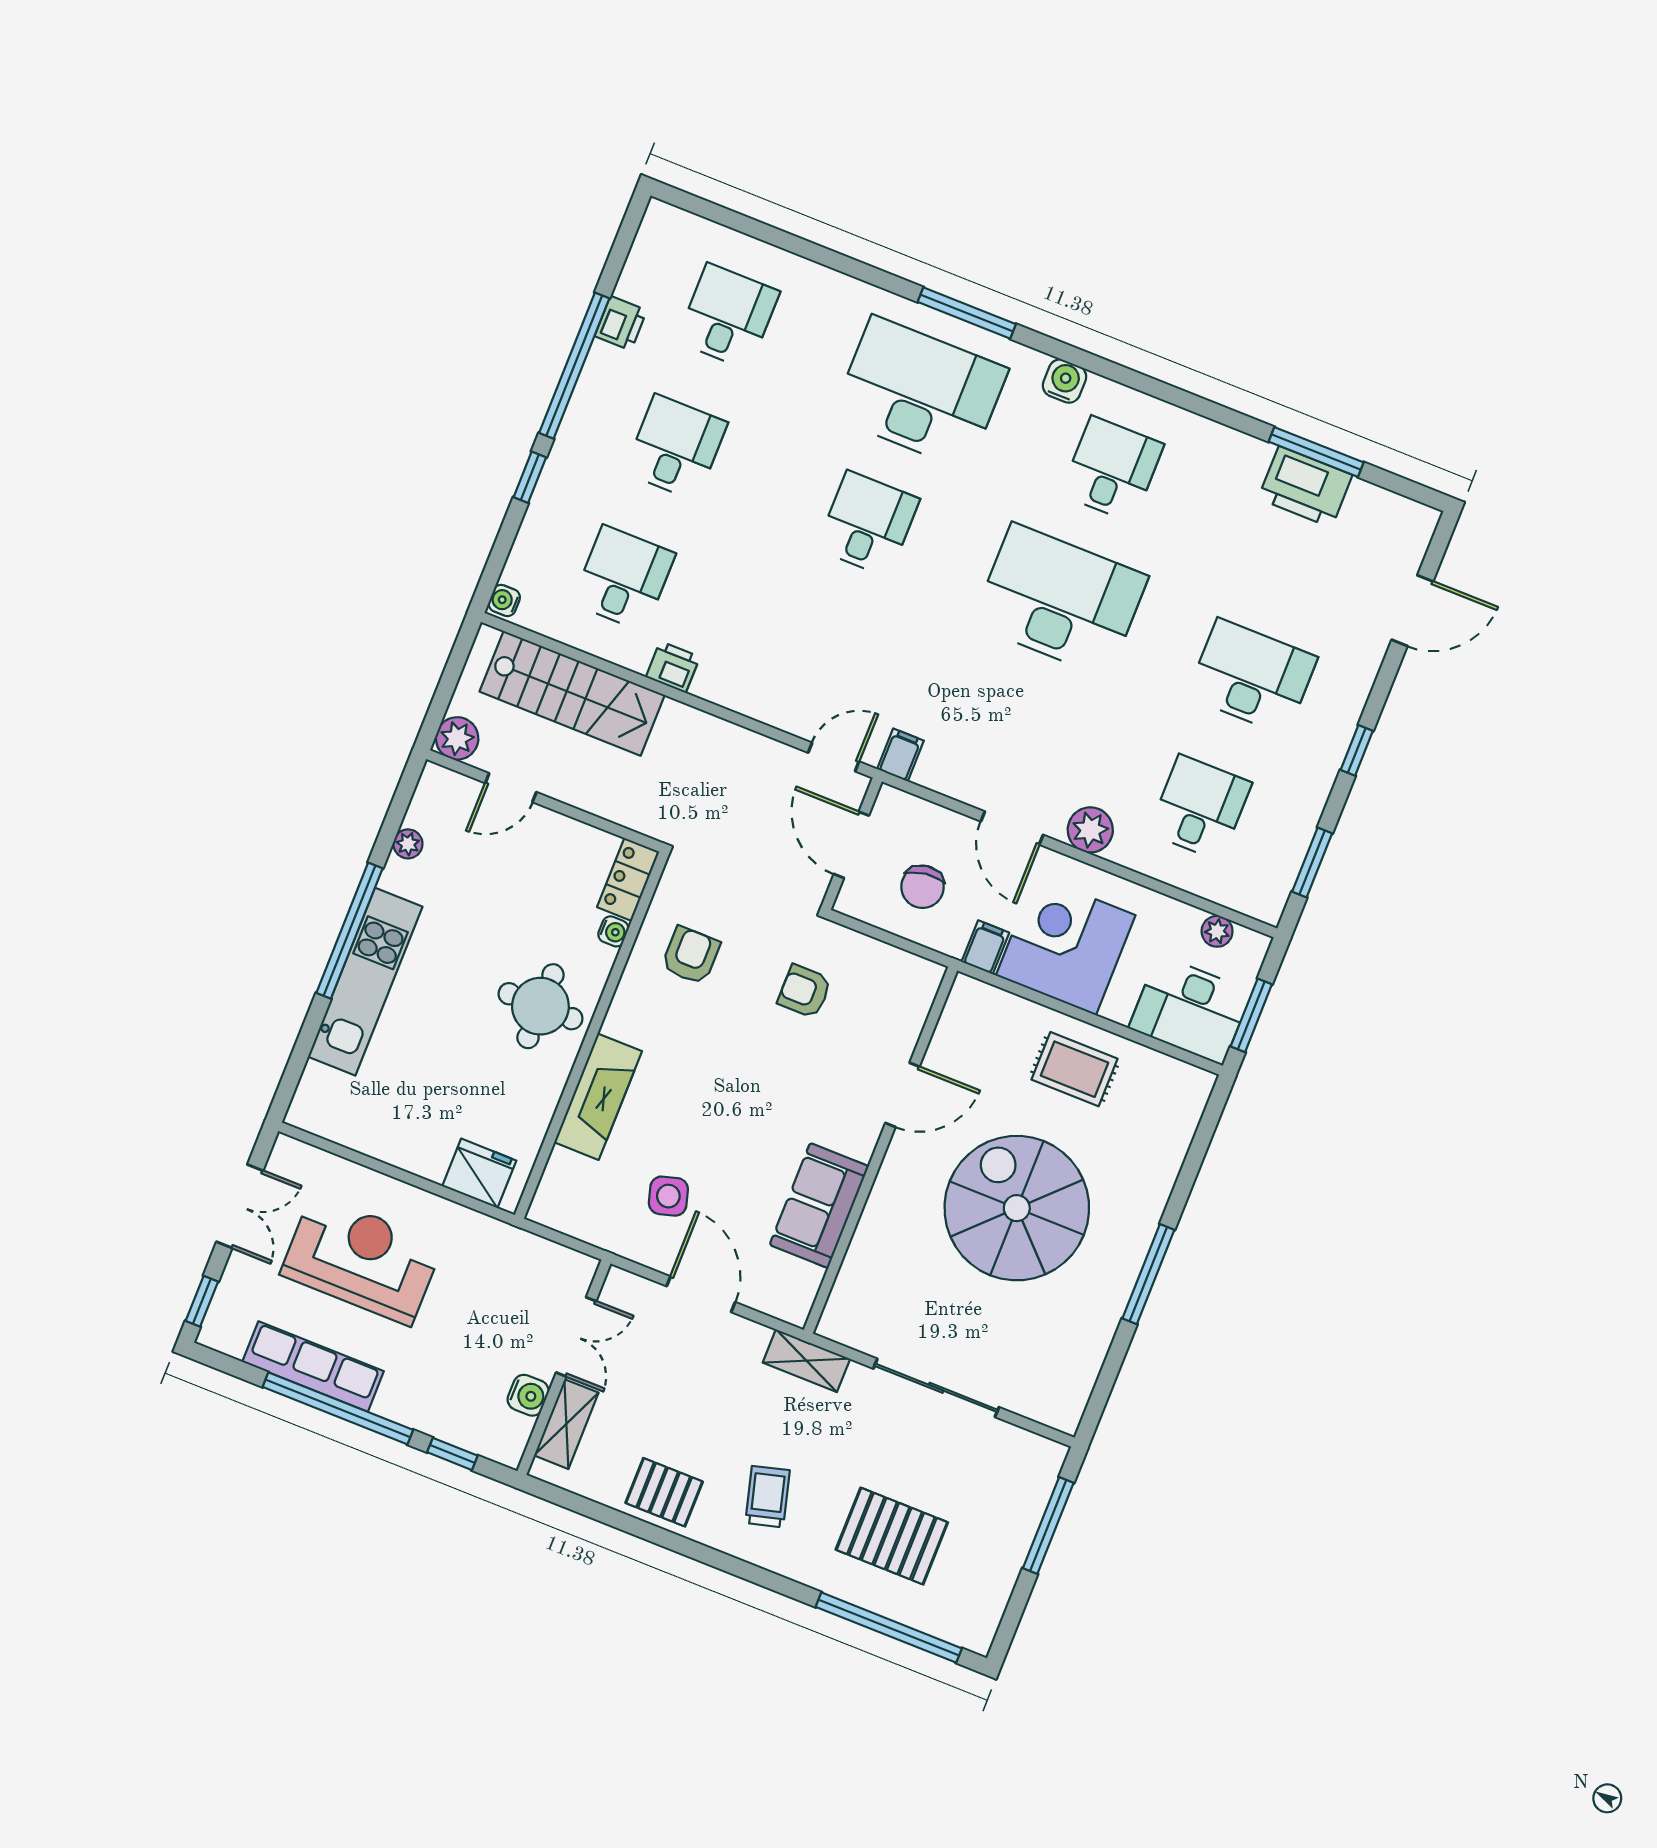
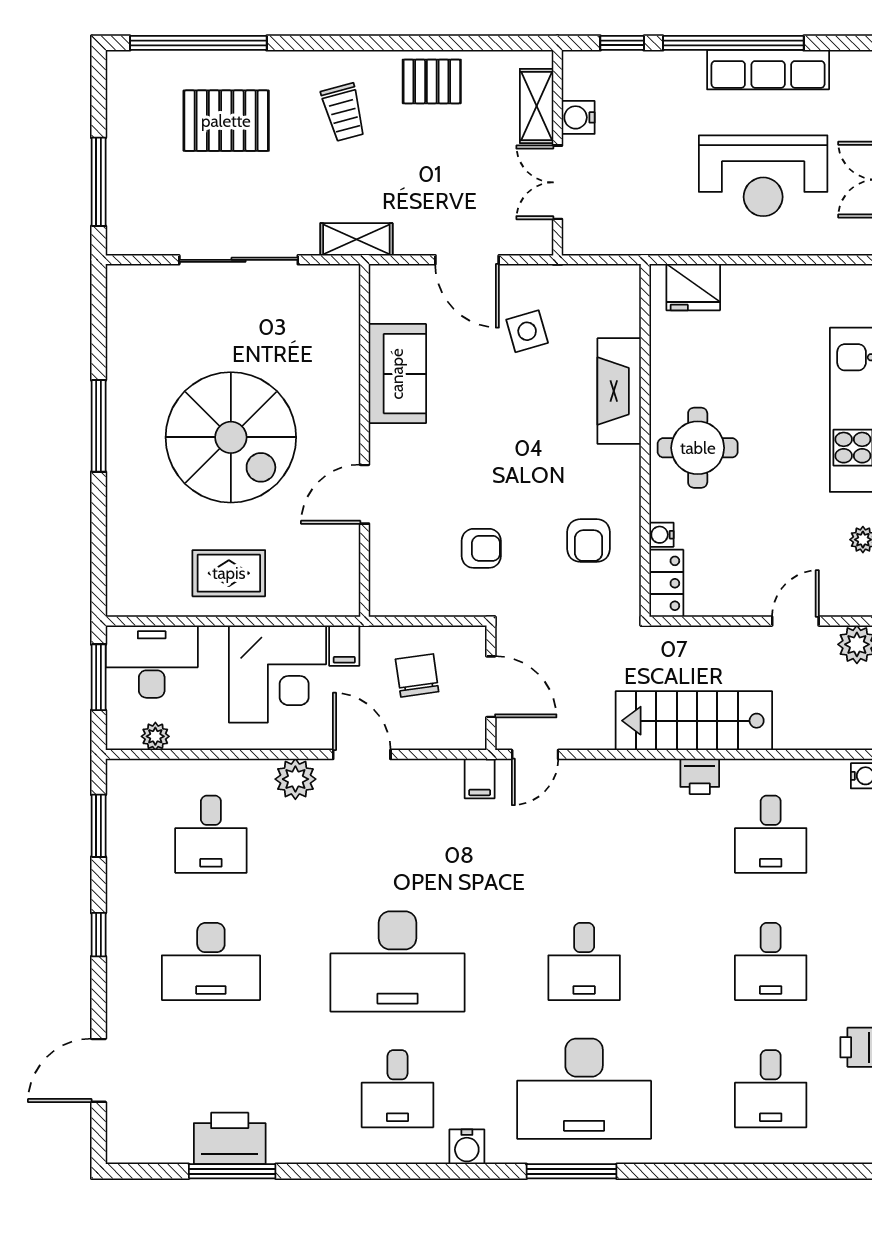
stairs: (572, 693) -> (694, 721), moved

